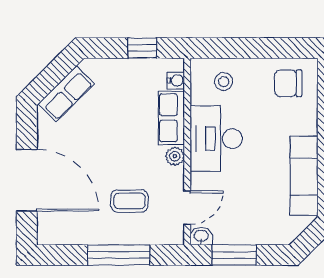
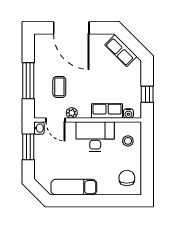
plant: (175, 156) -> (72, 113), moved
door: (27, 180) -> (71, 28), hinge flipped

